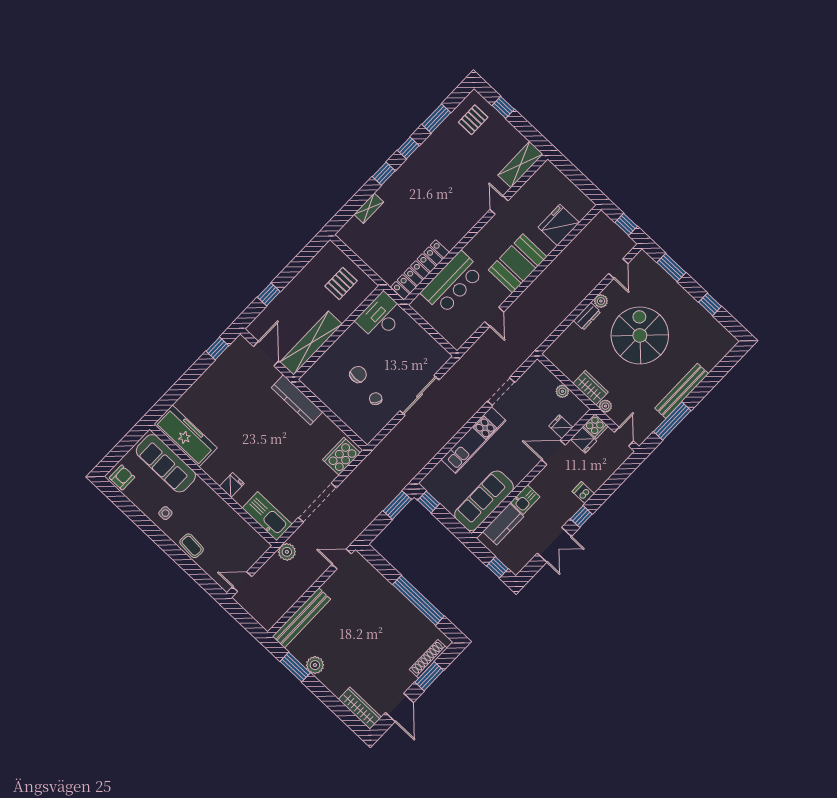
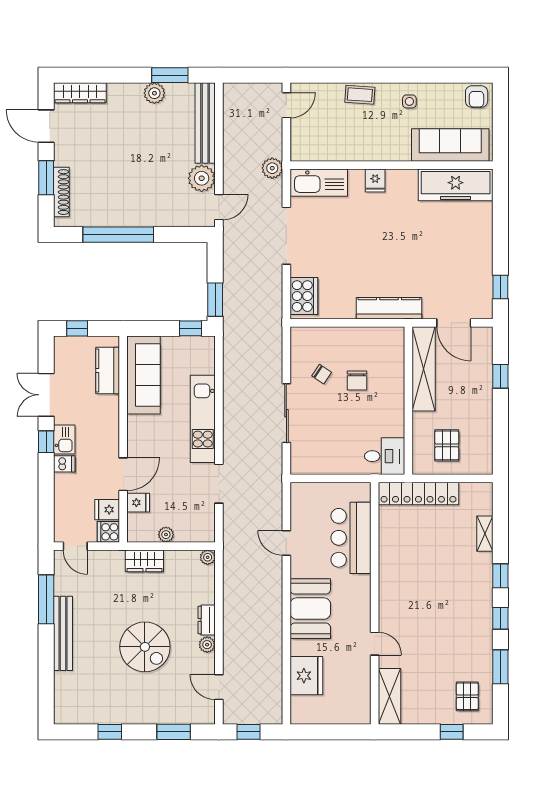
locker: (420, 270) -> (418, 494), moved, turned 90
desk: (381, 317) -> (385, 456), width x0.73
spiral stairs: (640, 335) -> (145, 647), width x0.73, depth x0.73
plant: (605, 406) -> (208, 557), moved
kitchen sink: (525, 500) -> (64, 440), moved, turned 180
plant: (335, 586) -> (202, 178), added

